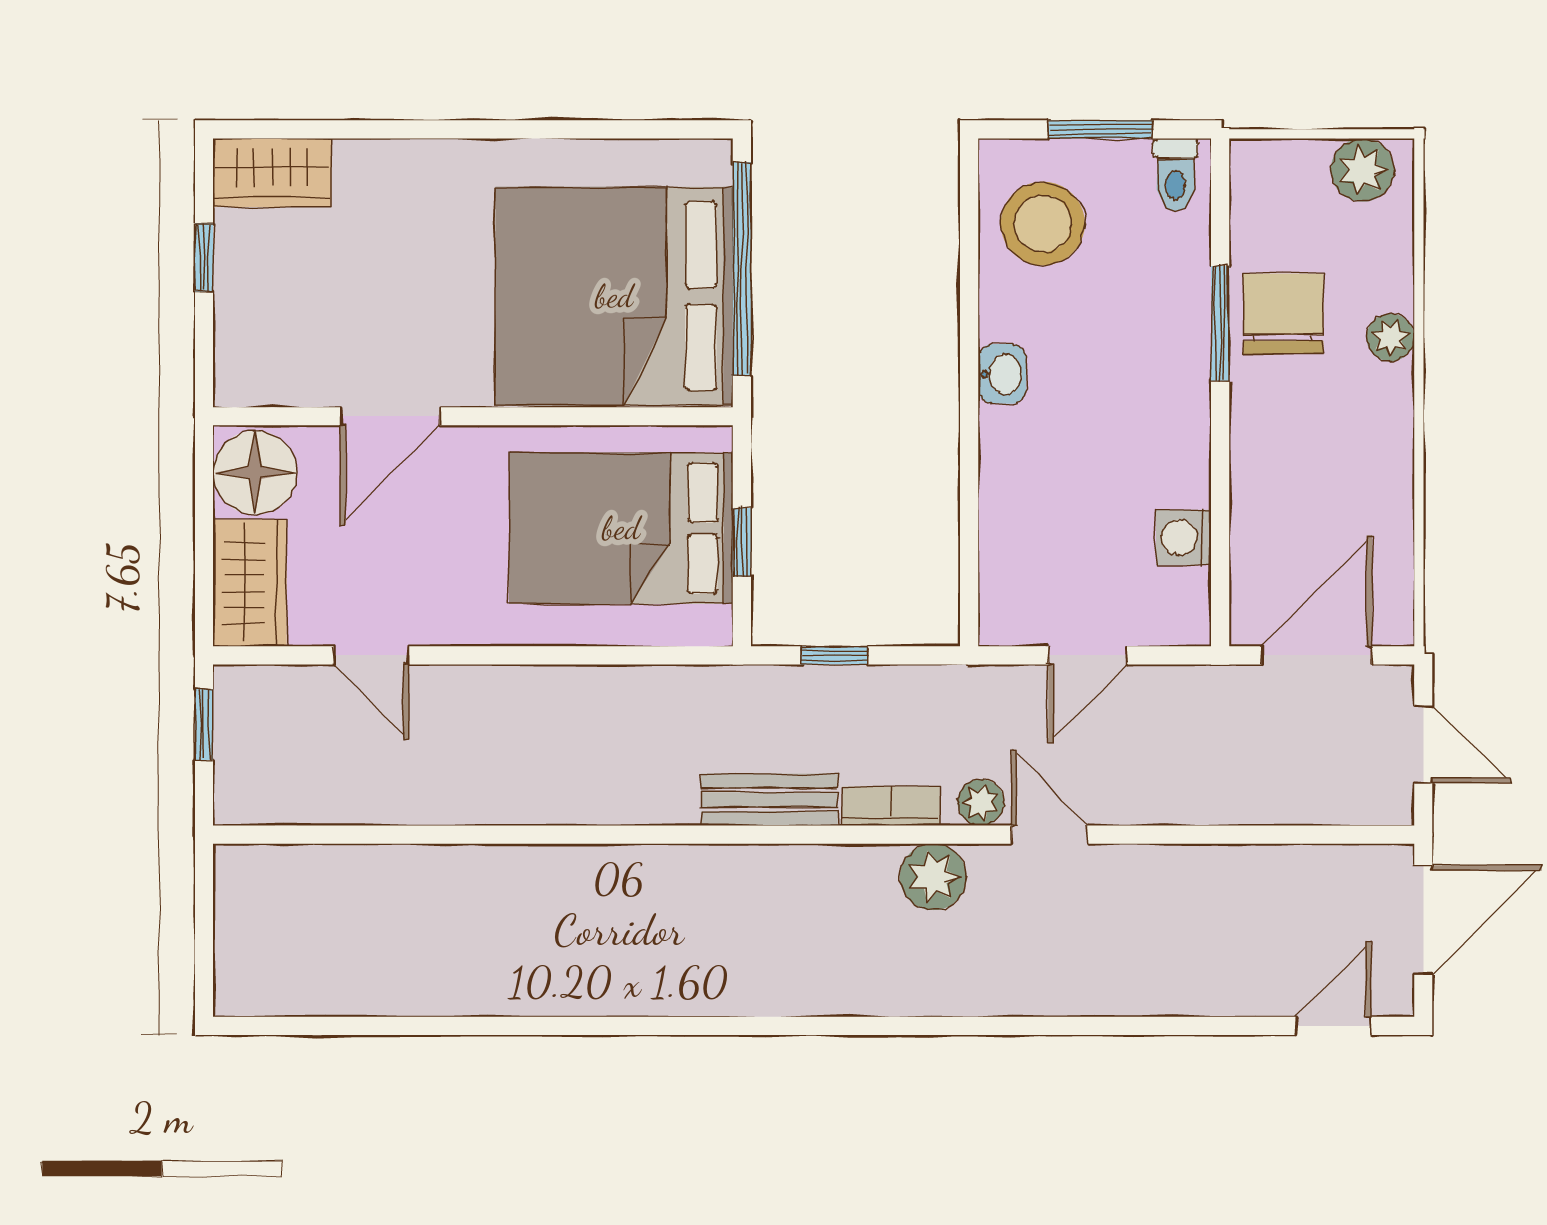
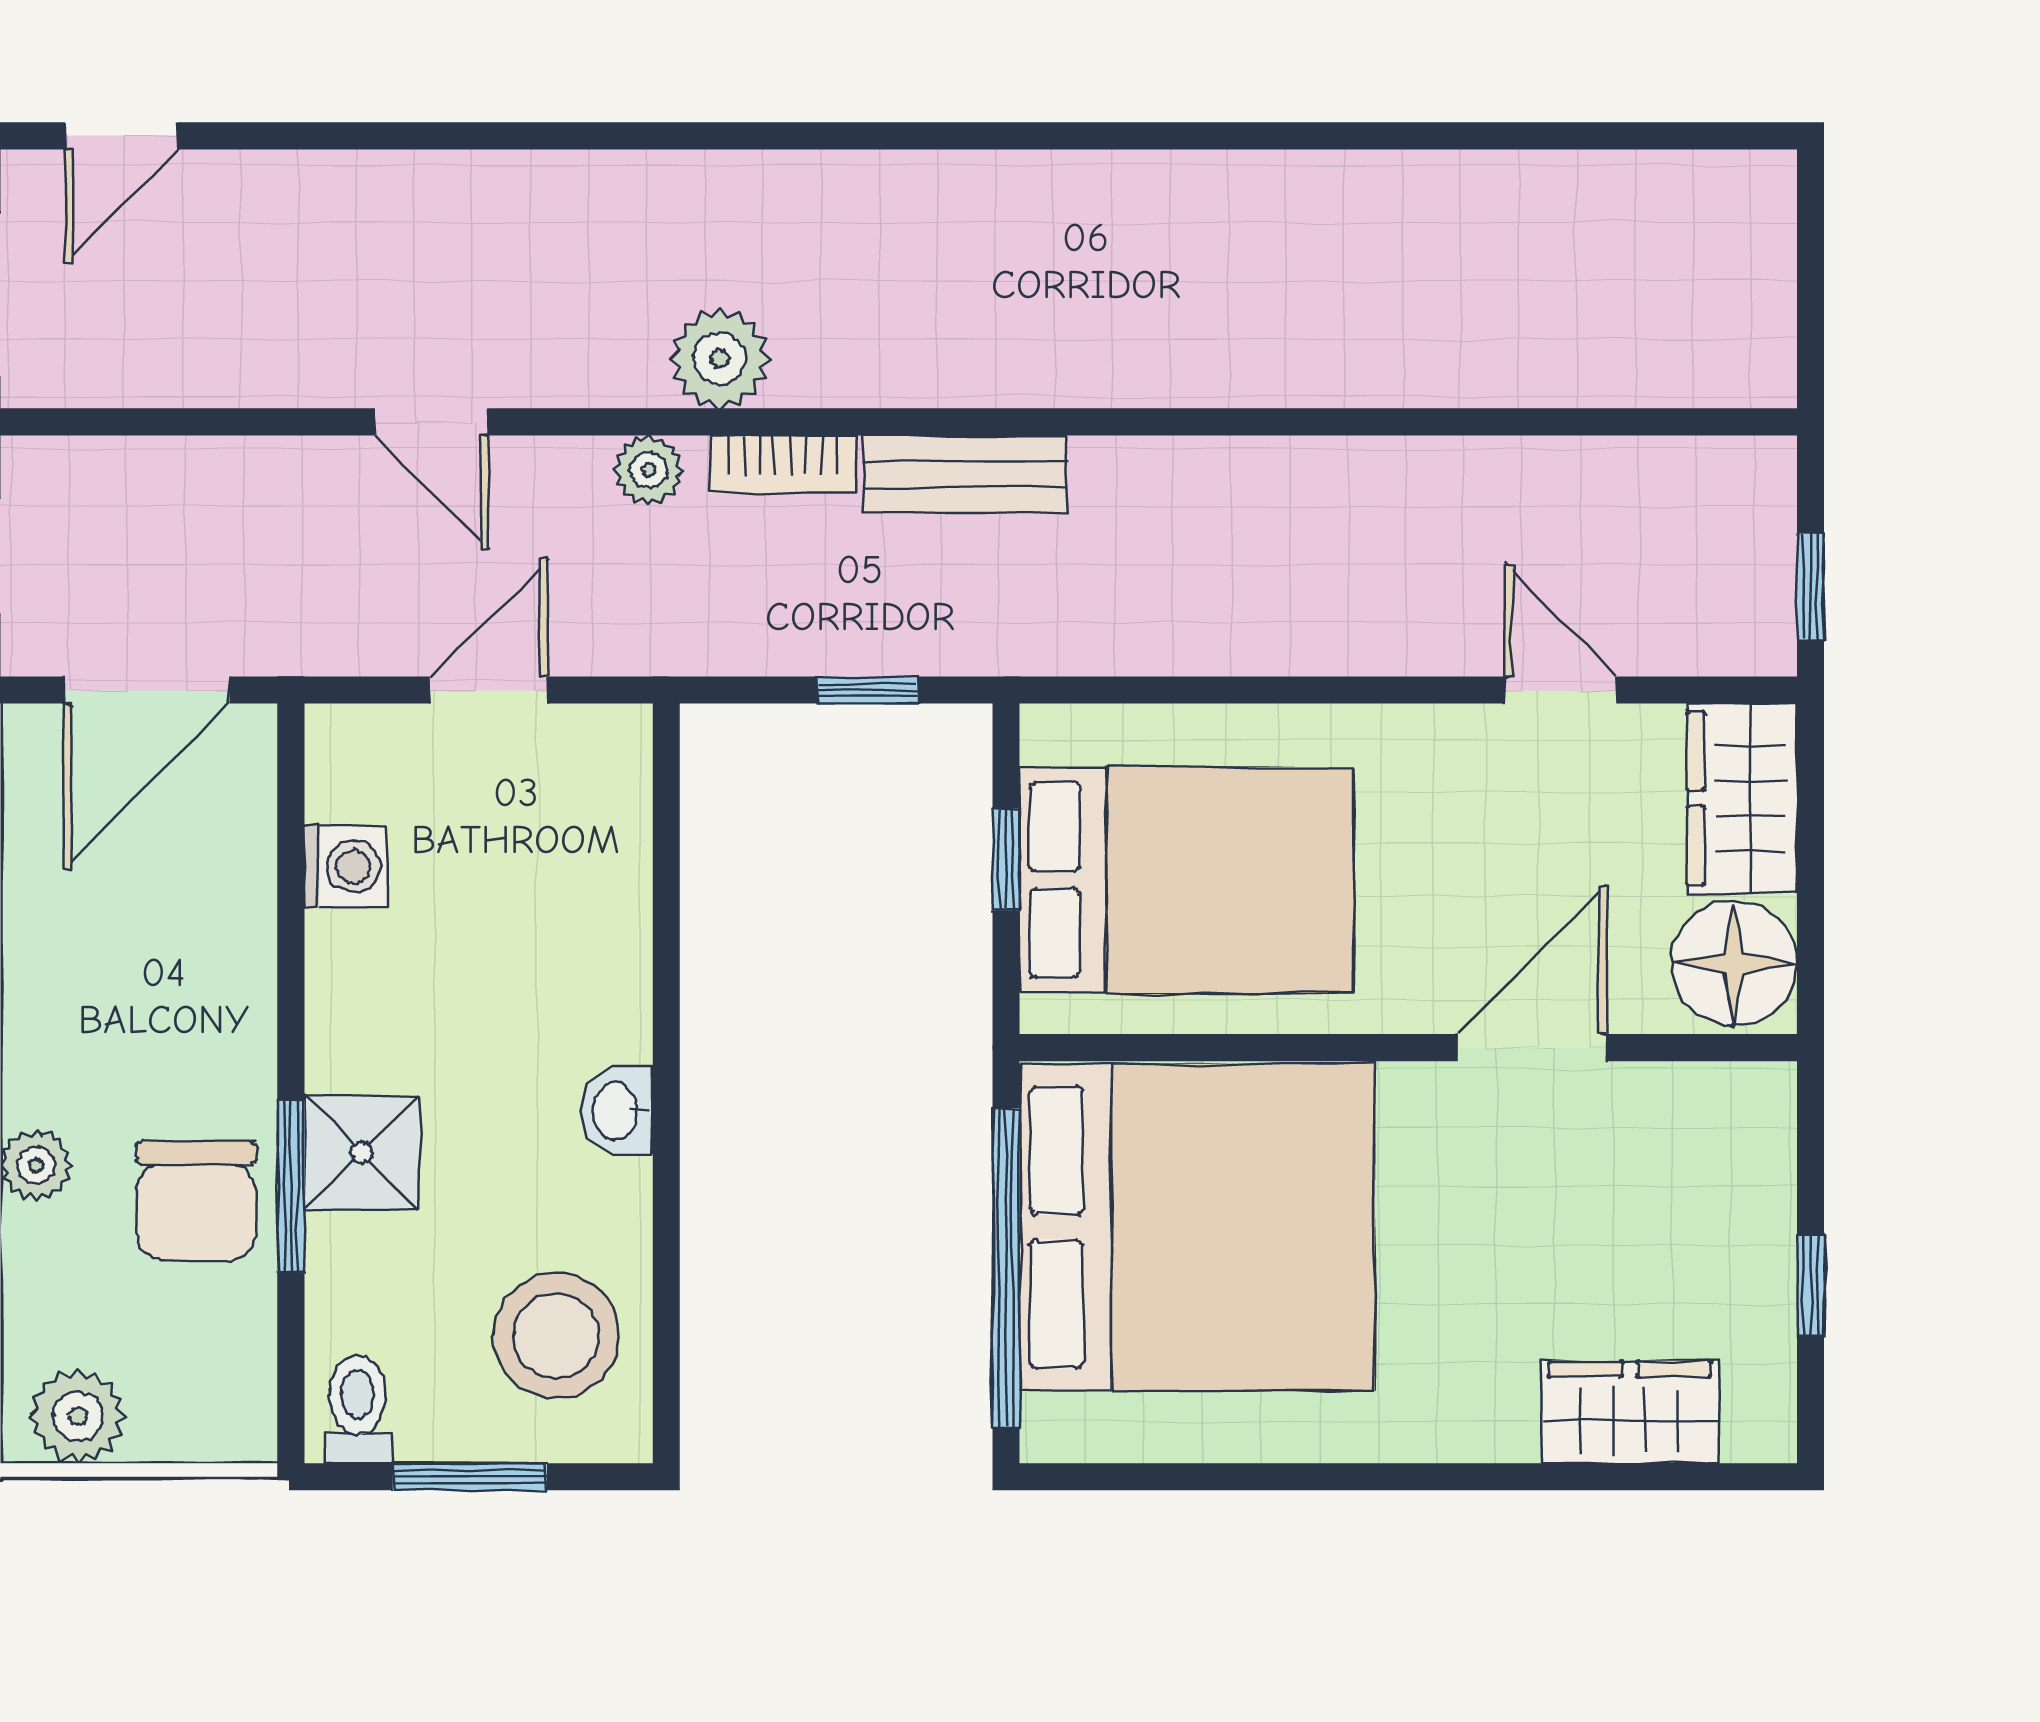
wardrobe: (272, 173) -> (1630, 1412), moved
shower: (1173, 346) -> (362, 1153), added
door: (1049, 835) -> (432, 422), moved

